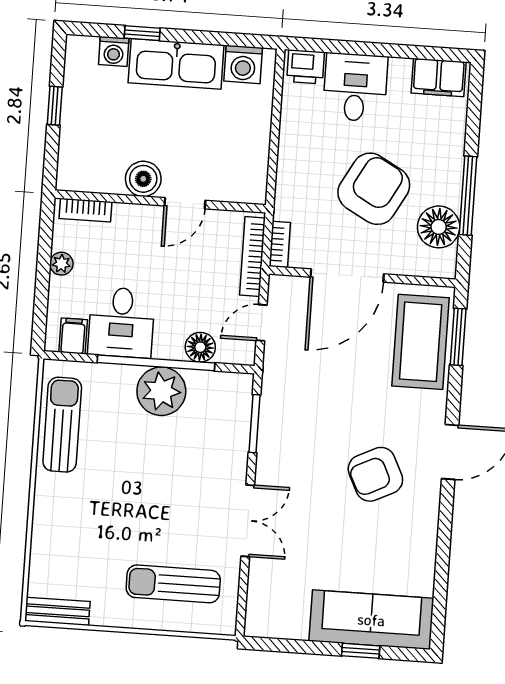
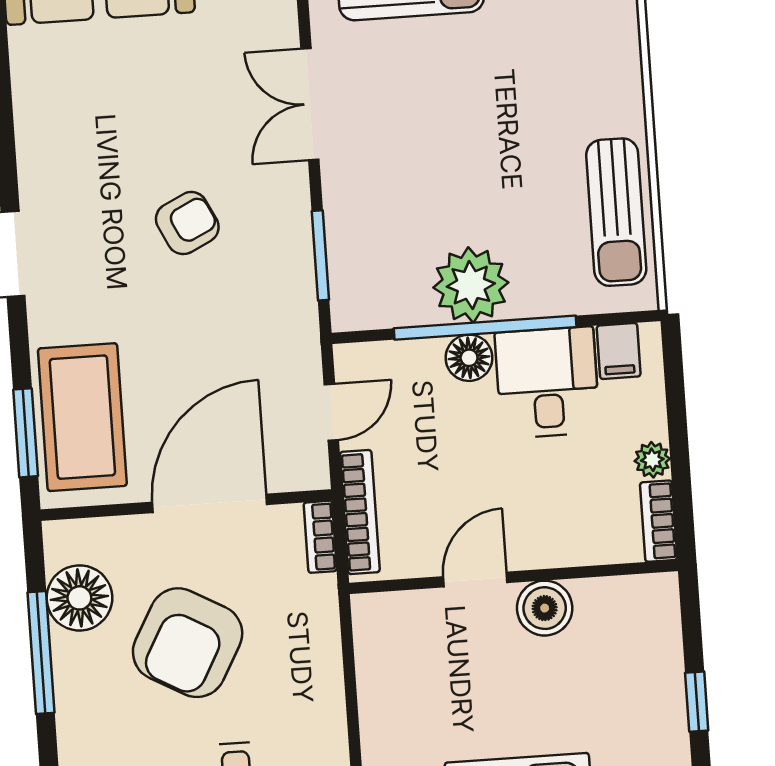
bookcase: (86, 210) -> (659, 521), moved, turned -90
floor lamp: (200, 347) -> (469, 358), moved
armchair: (375, 474) -> (187, 223), moved, width x0.72, depth x0.72

